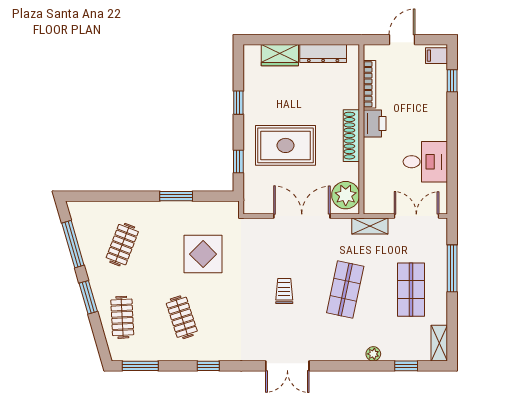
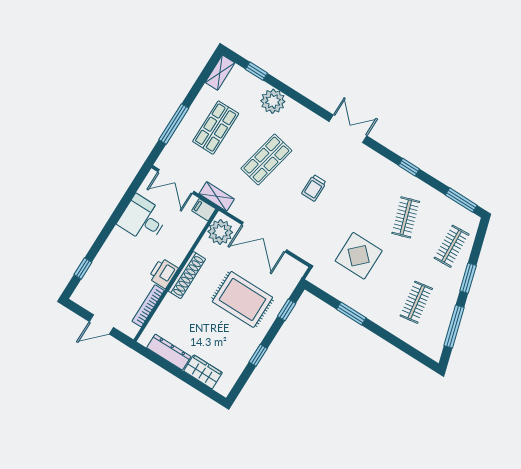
filing cabinet: (436, 56) -> (204, 210), moved, turned 180
clothes rail: (122, 245) -> (416, 302), turned -30
plant: (373, 354) -> (273, 101), width x1.88, depth x1.88

